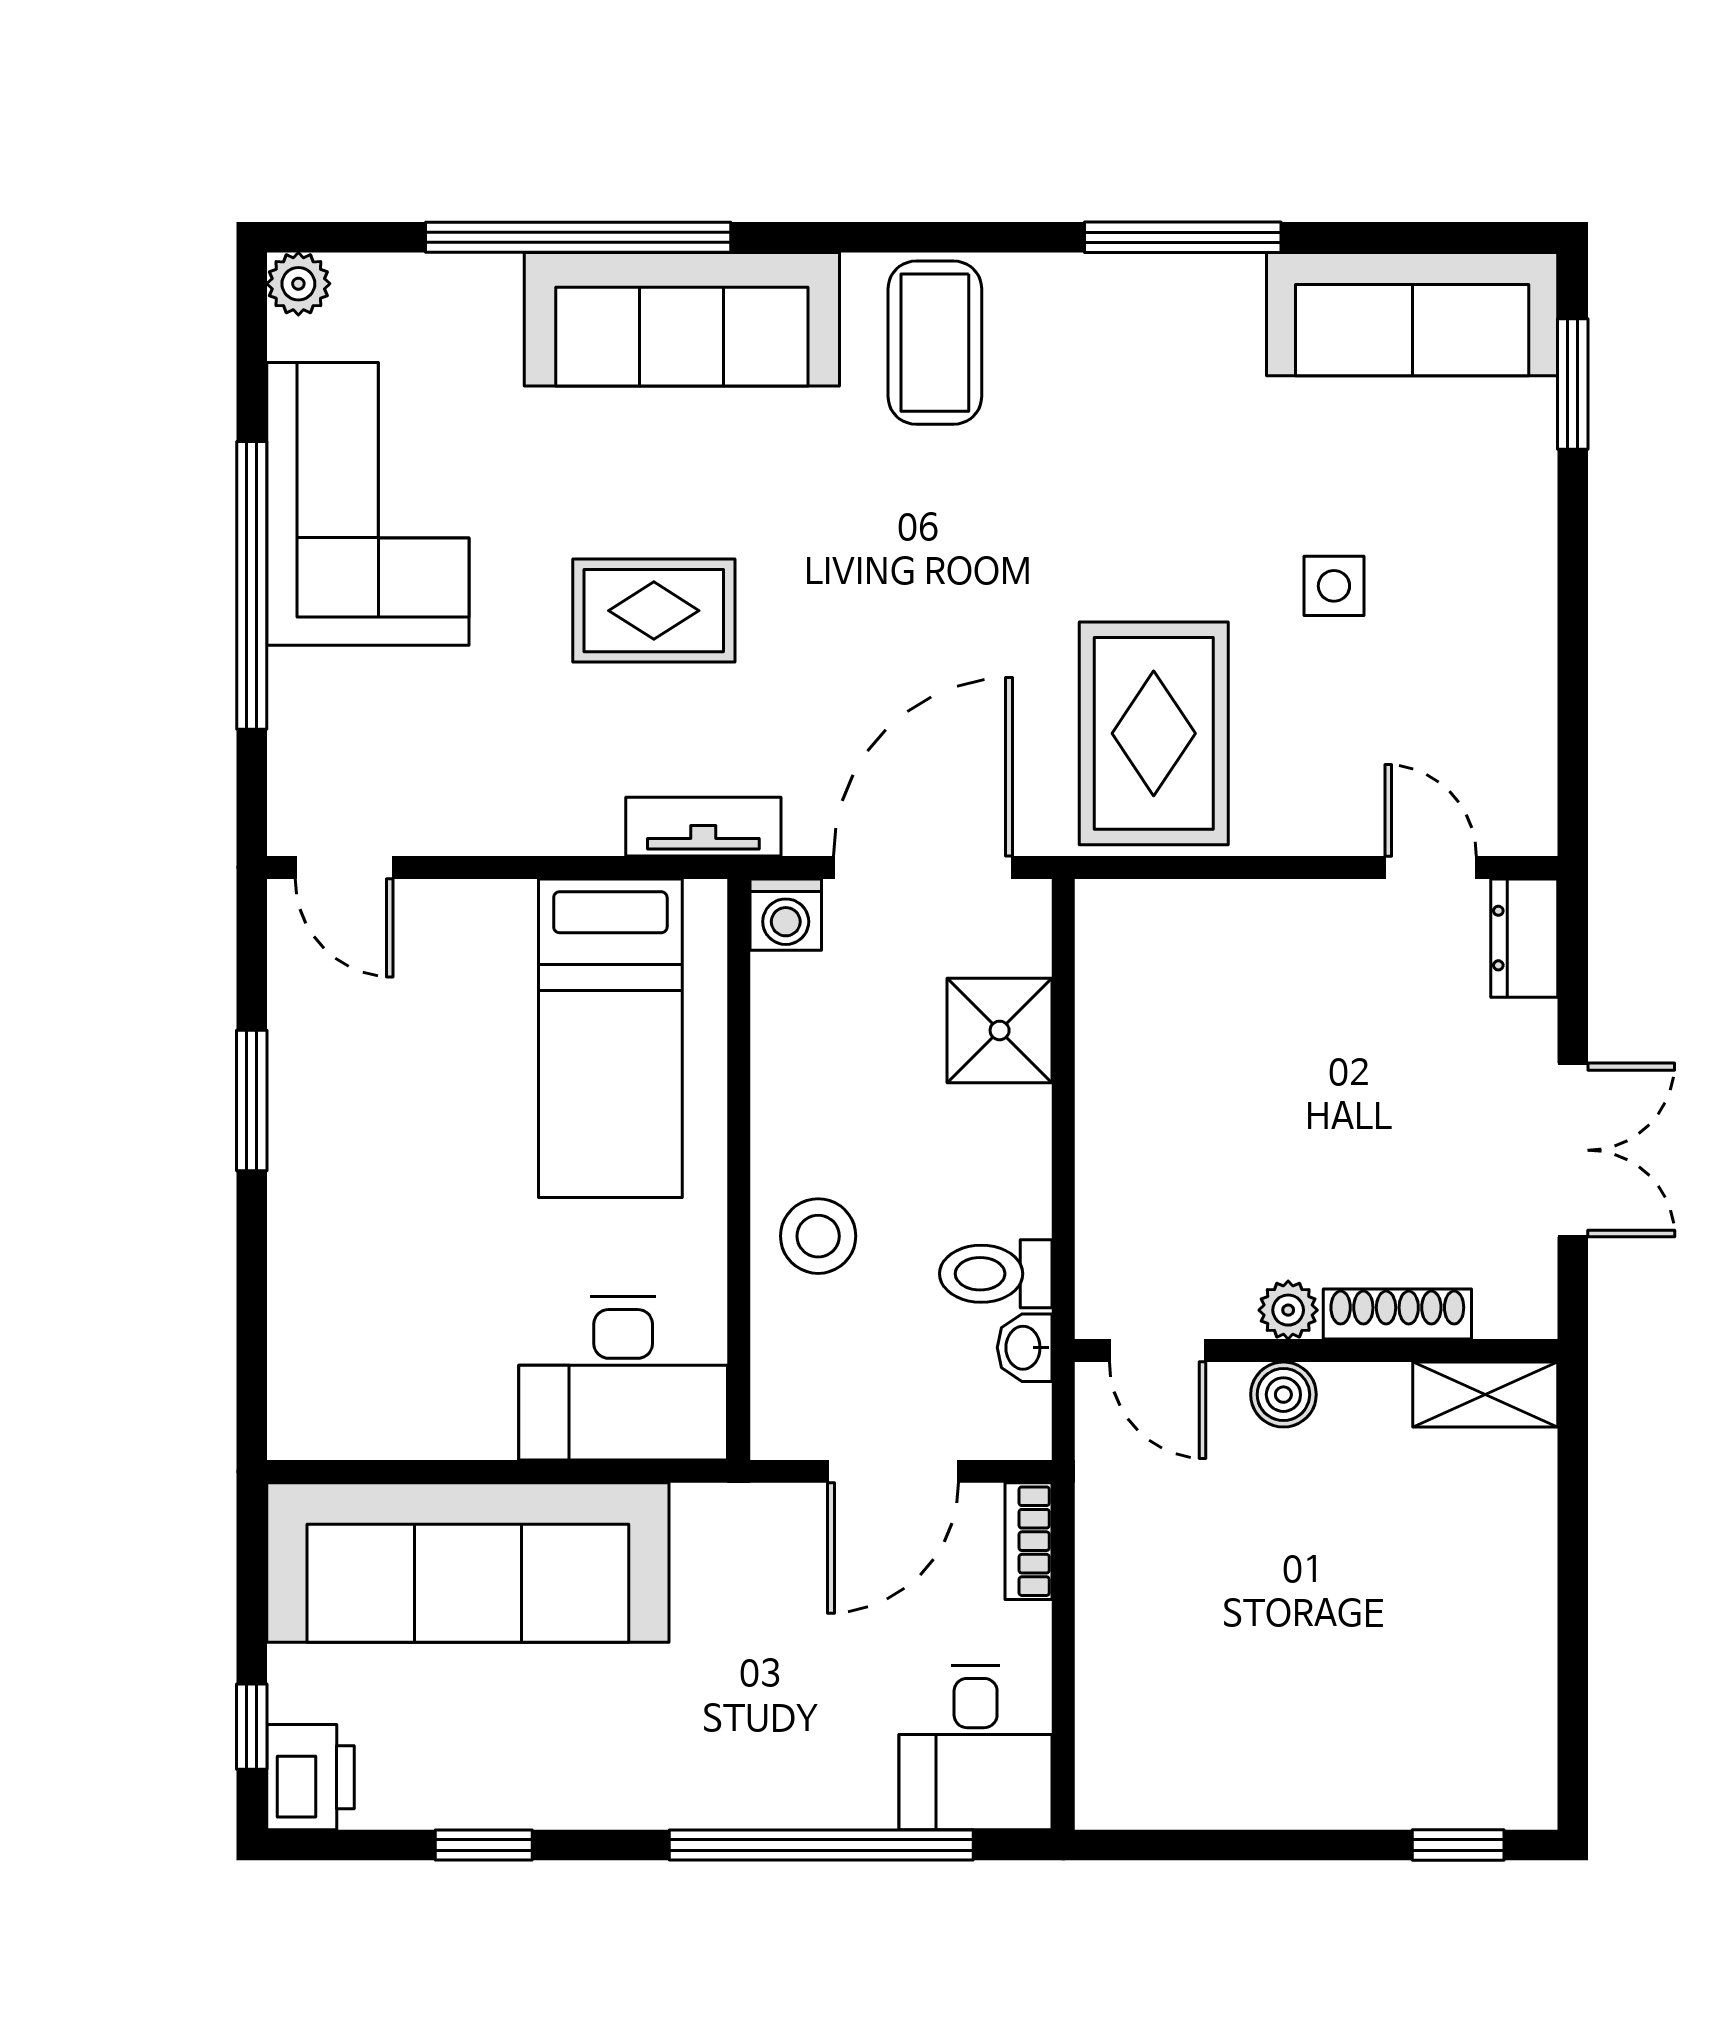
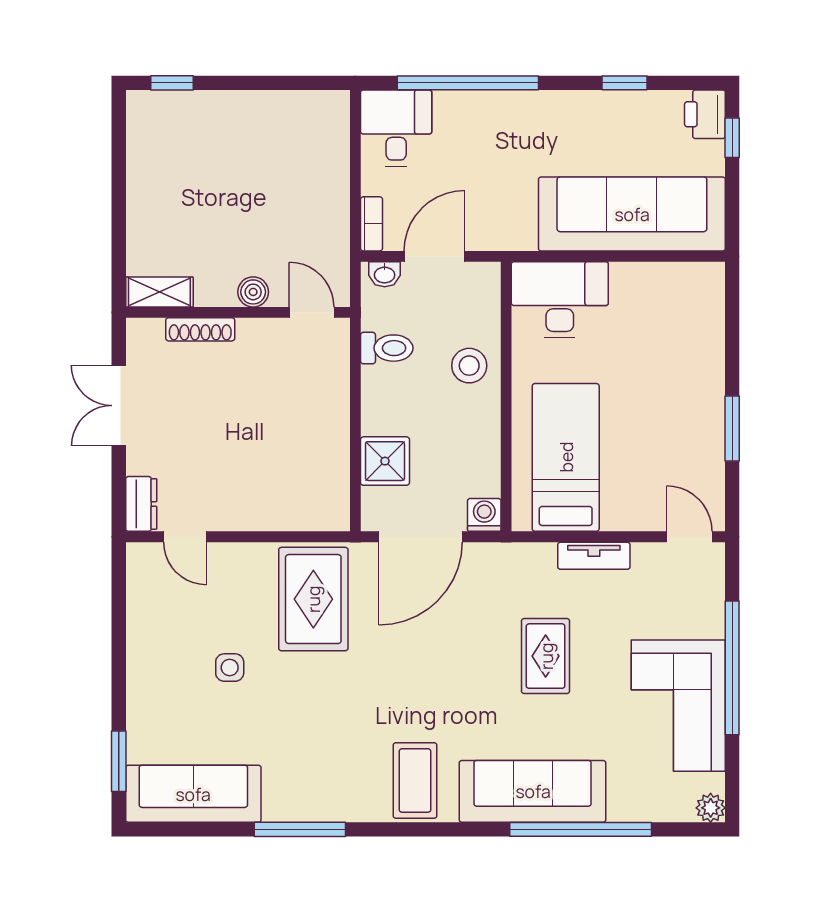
rug: (654, 611) -> (546, 656), turned 90
tv unit: (703, 827) -> (594, 556), moved
plant: (1288, 1310) -> (251, 331), removed
washbasin: (1025, 1348) -> (385, 274), moved, turned 90

